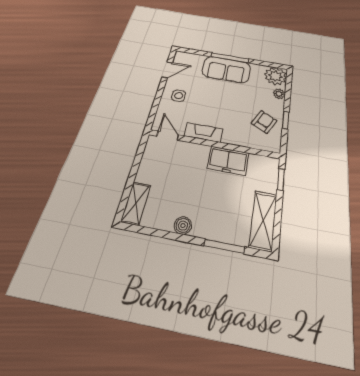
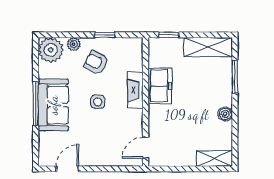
door: (167, 70) -> (67, 169), hinge flipped
side table: (179, 96) -> (98, 102), moved
armchair: (264, 122) -> (96, 62), moved
fireplace: (204, 132) -> (135, 90), moved

